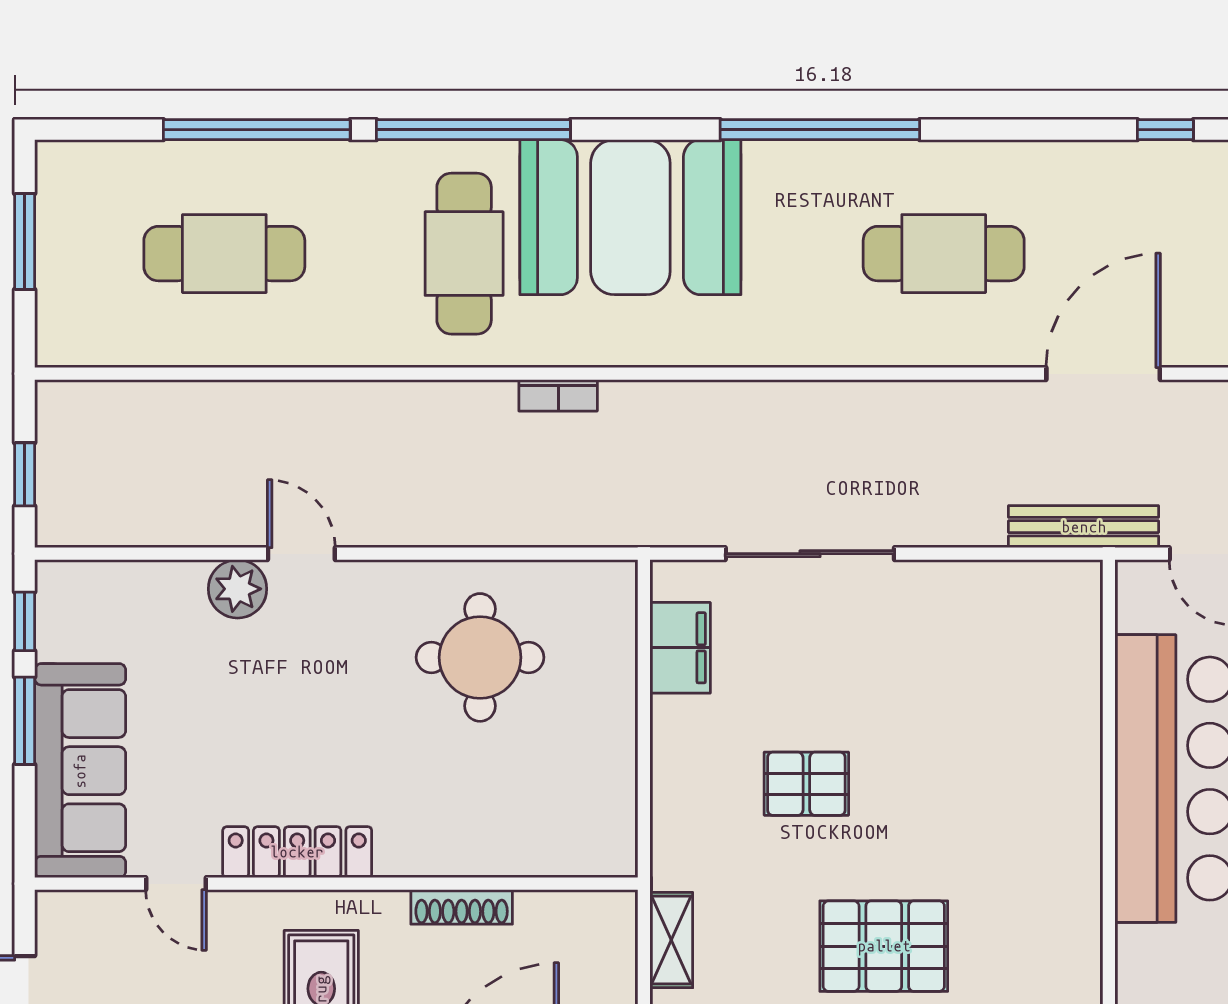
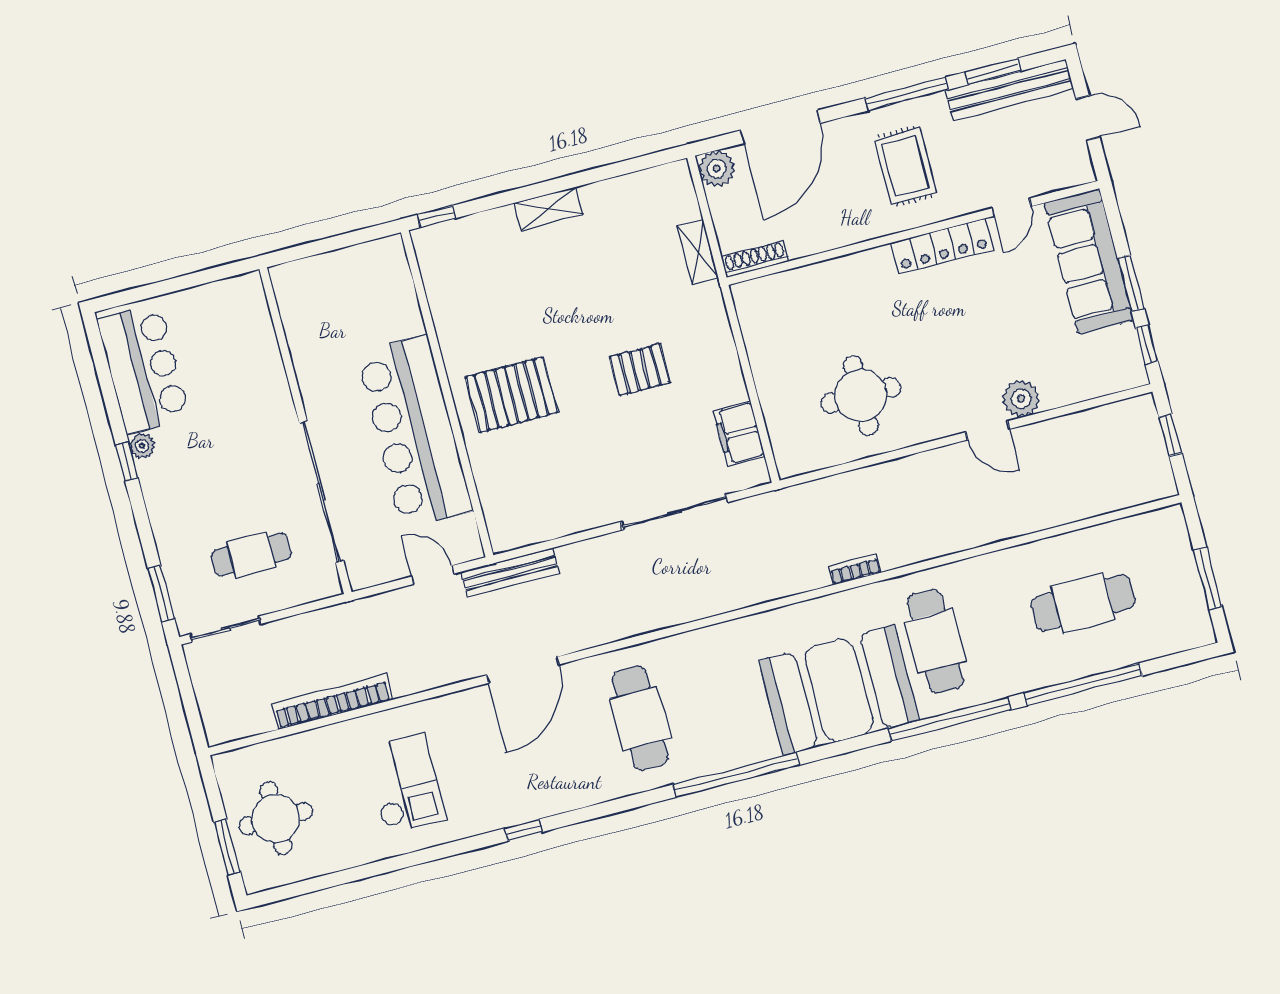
cafe table: (944, 254) -> (640, 718), turned 90
door: (176, 884) -> (1012, 207), swing flipped
shoe rack: (462, 907) -> (755, 259), moved
pallet: (884, 946) -> (511, 395), moved

